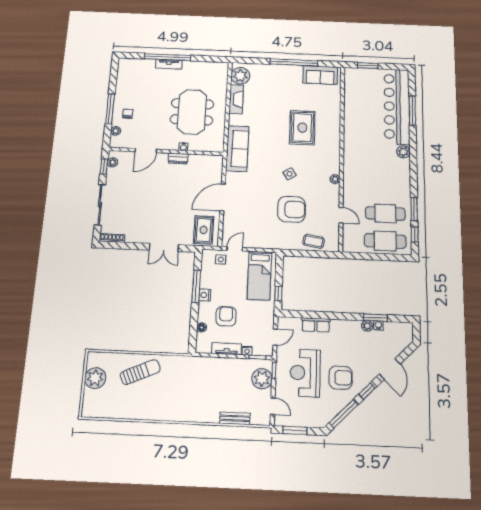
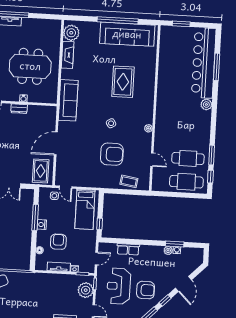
sofa: (320, 75) -> (127, 34), width x1.85, depth x1.27
meeting table: (192, 112) -> (30, 66), turned 90
door: (235, 249) -> (66, 187), swing flipped

